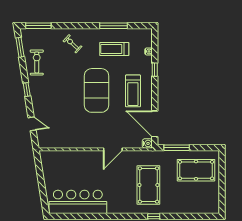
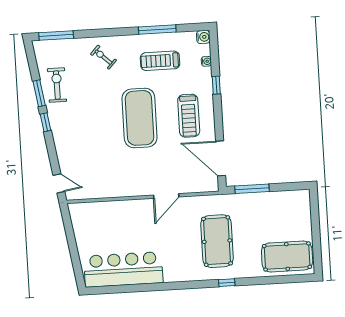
window: (20, 47) -> (39, 93), moved
door: (32, 124) -> (59, 183), moved
water cooler: (147, 143) -> (203, 37), moved
pool table: (196, 170) -> (287, 256), moved

